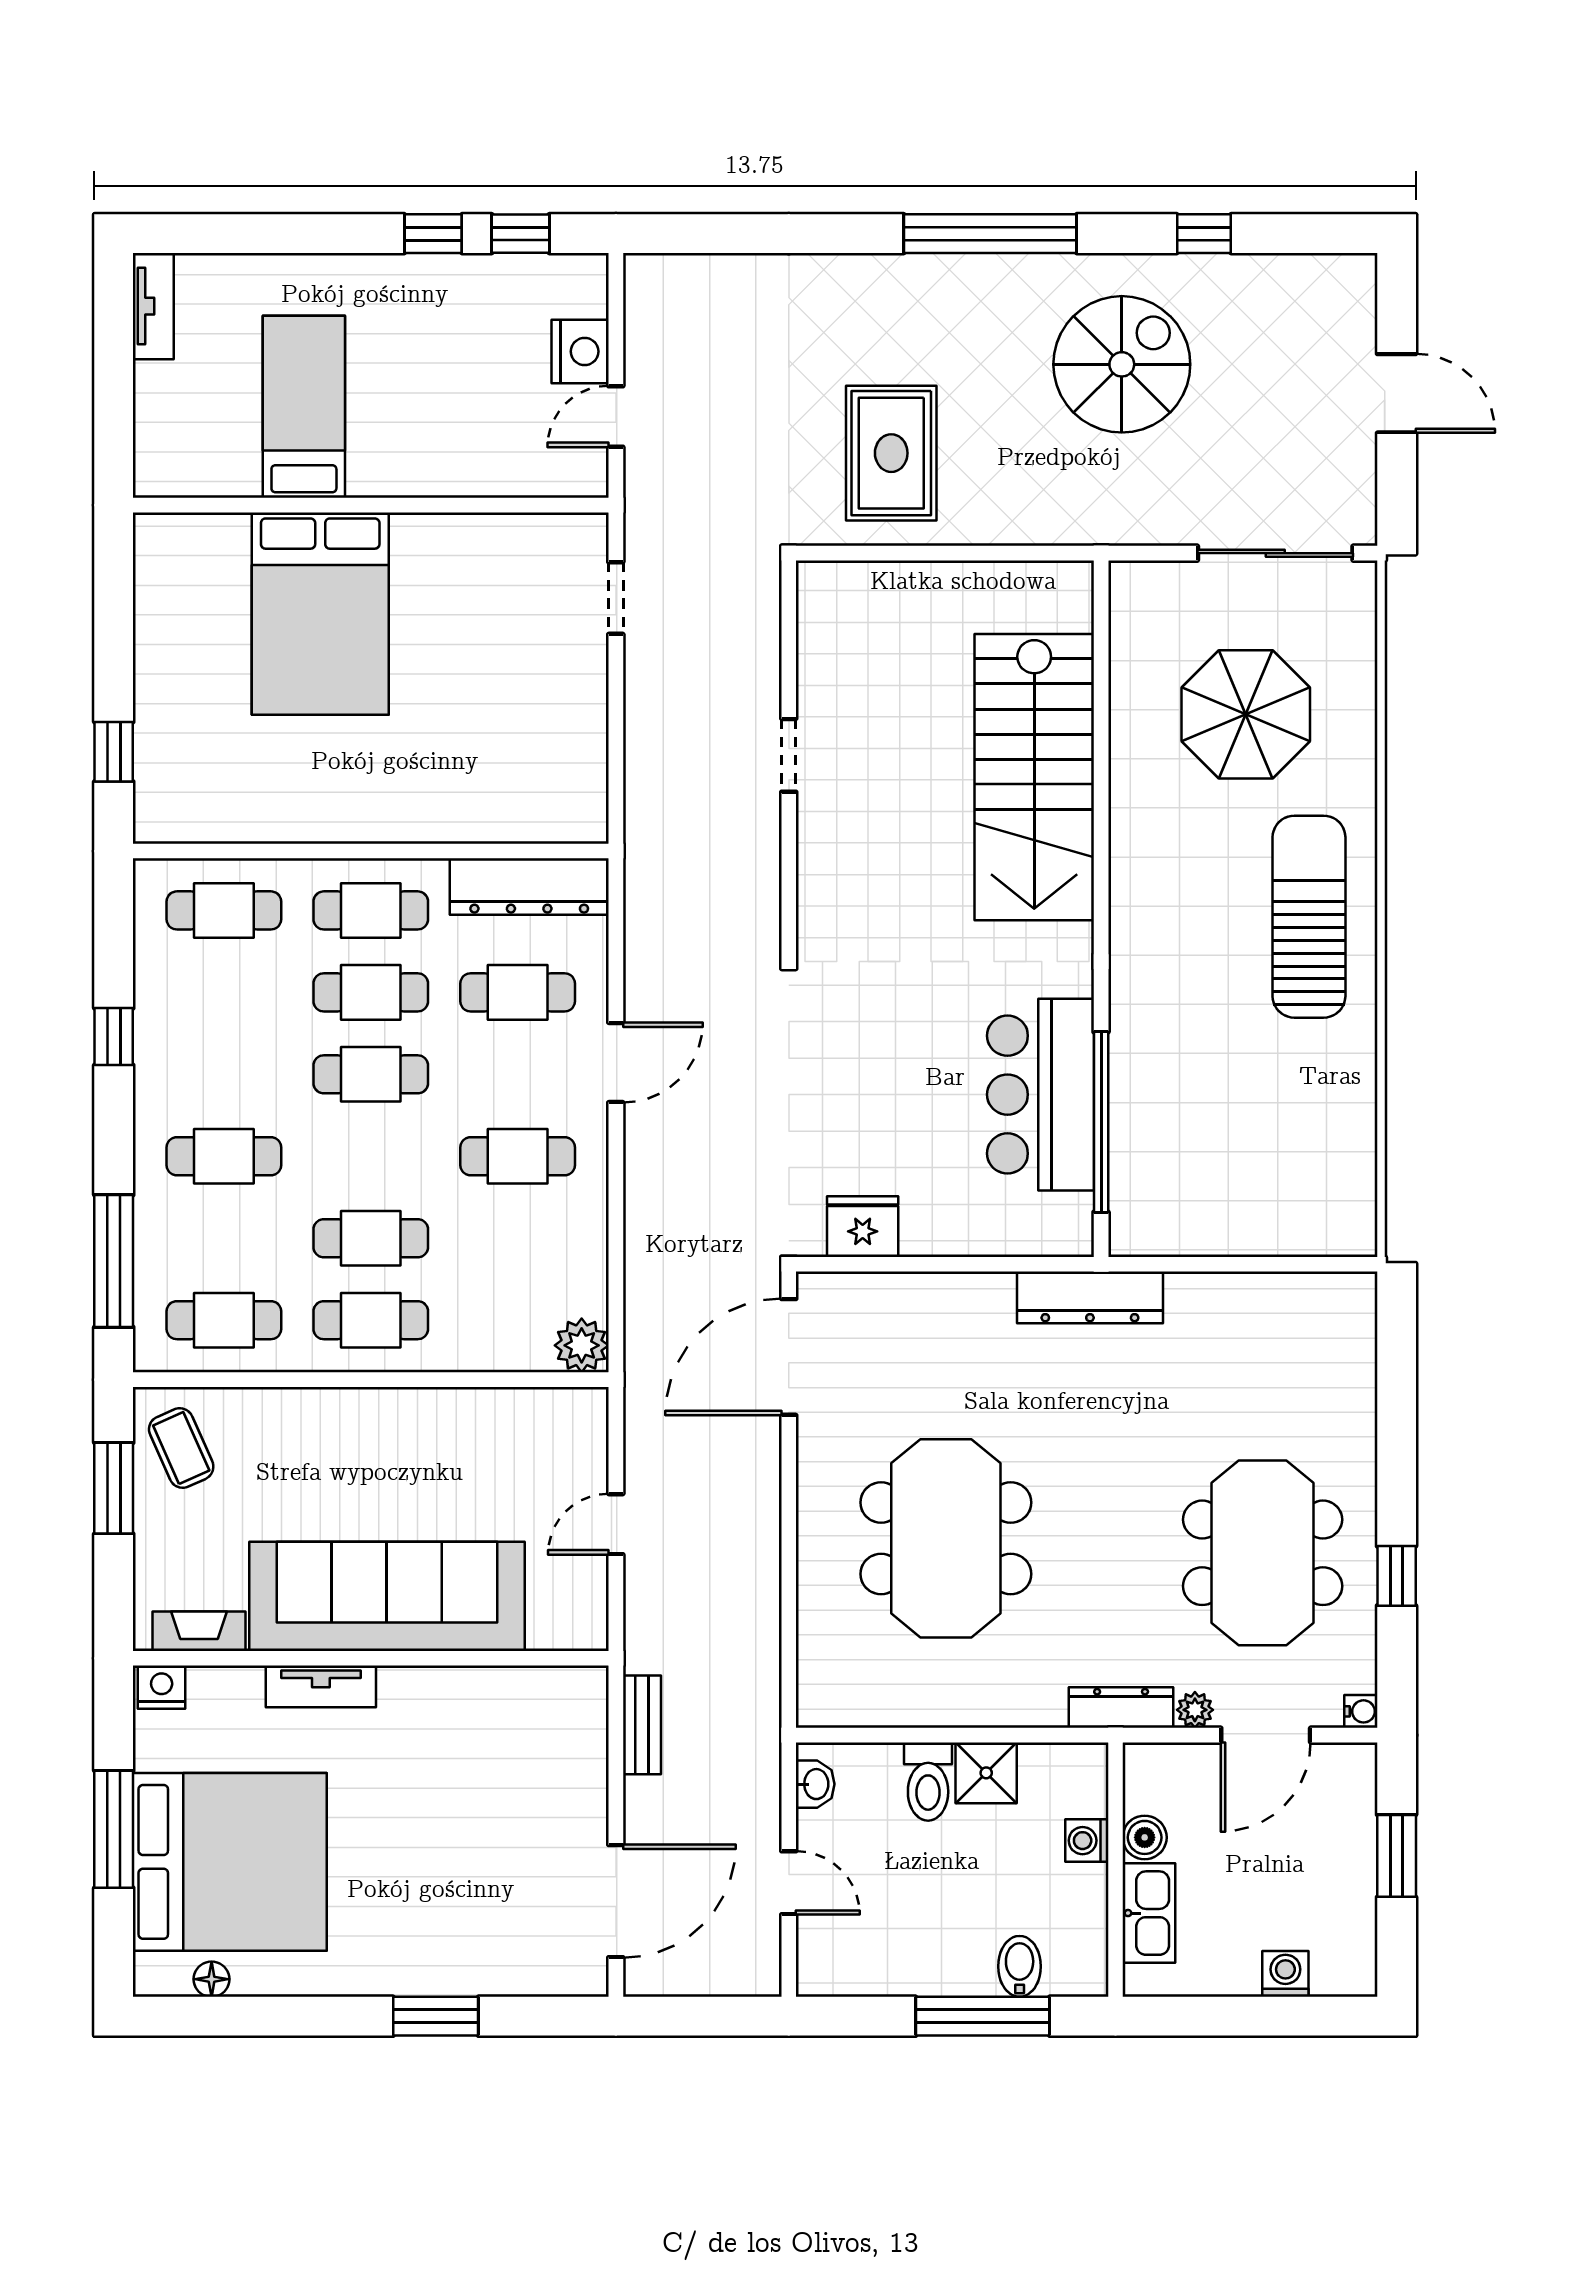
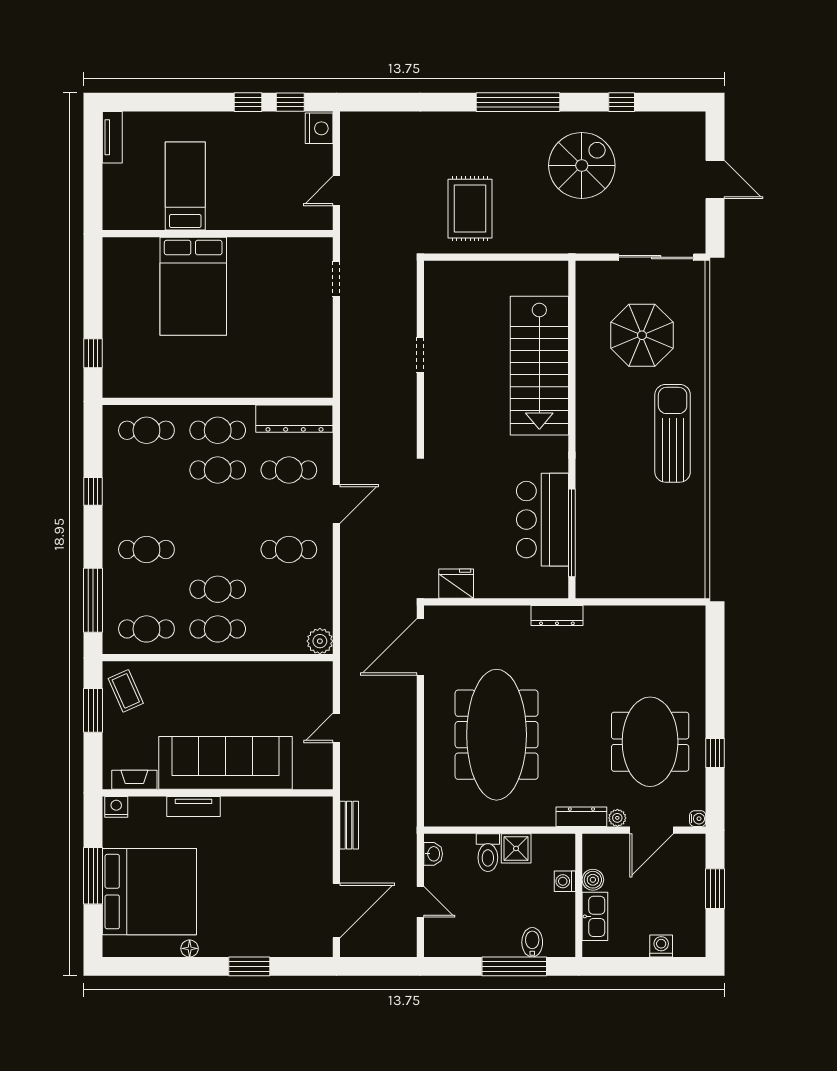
nightstand: (580, 351) -> (319, 128), moved
cafe table: (371, 1074) -> (218, 510), removed
dresser: (1090, 1297) -> (557, 615), width x0.73, depth x0.80
meeting table: (946, 1538) -> (497, 735), width x1.36
floor lamp: (212, 1979) -> (190, 948), moved

